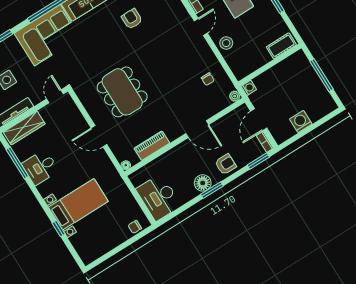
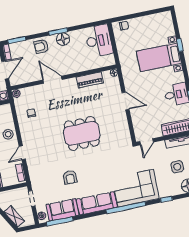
dining table: (122, 92) -> (82, 133), moved, turned 90

